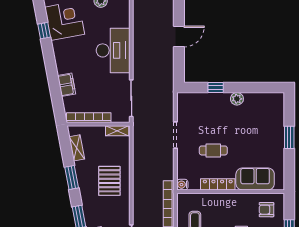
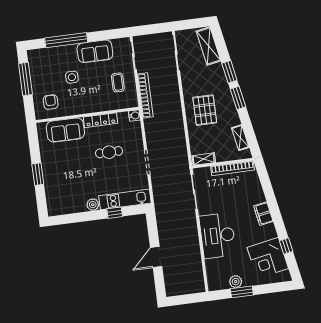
filing cabinet: (67, 85) -> (263, 214), moved
kitchen unit: (203, 100) -> (125, 199), added
window: (72, 177) -> (238, 98), moved
armchair: (266, 210) -> (51, 102), turned -90

